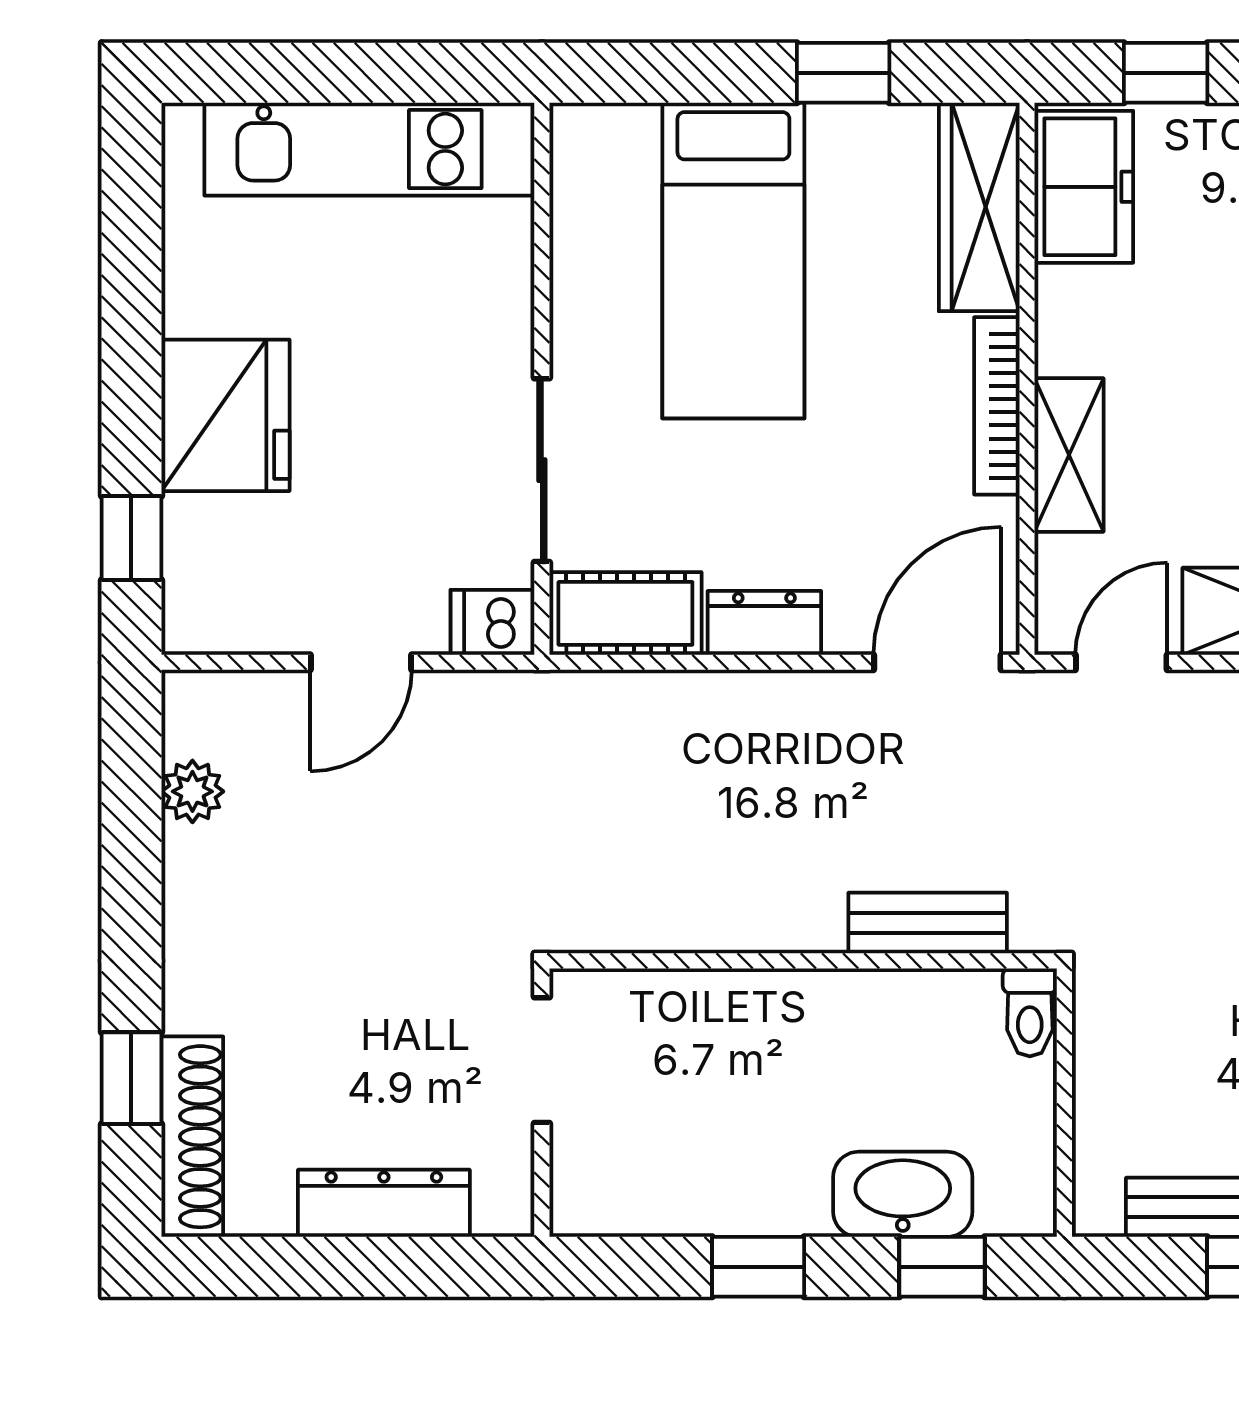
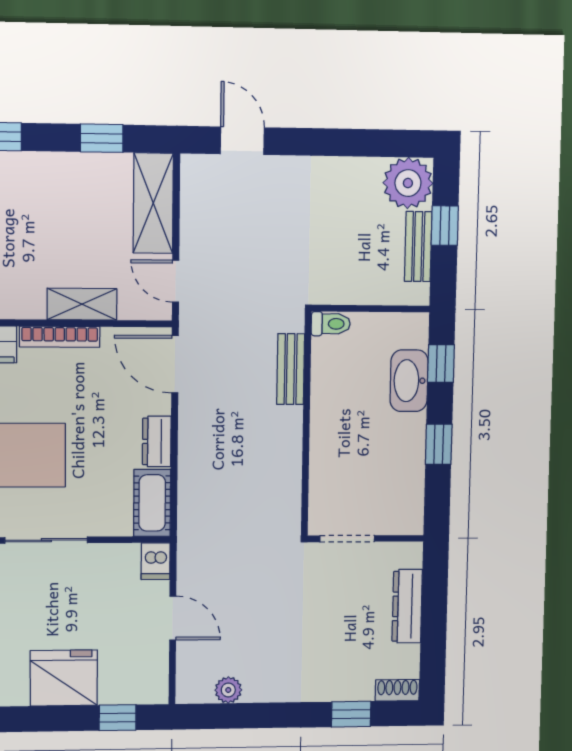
sliding door: (542, 470) -> (46, 540), moved
shoe rack: (192, 1137) -> (397, 690), width x0.51, depth x0.81

